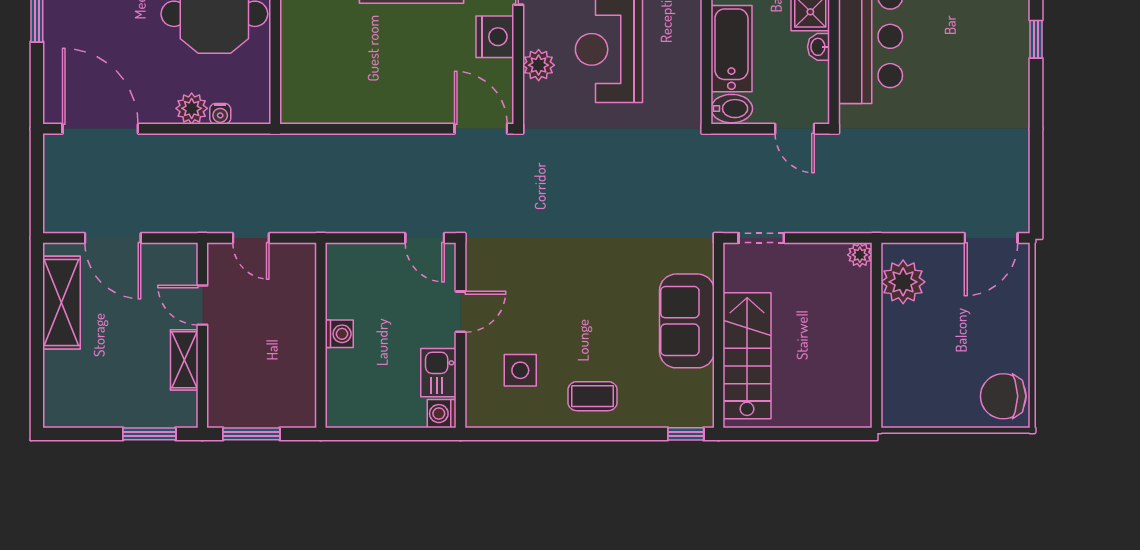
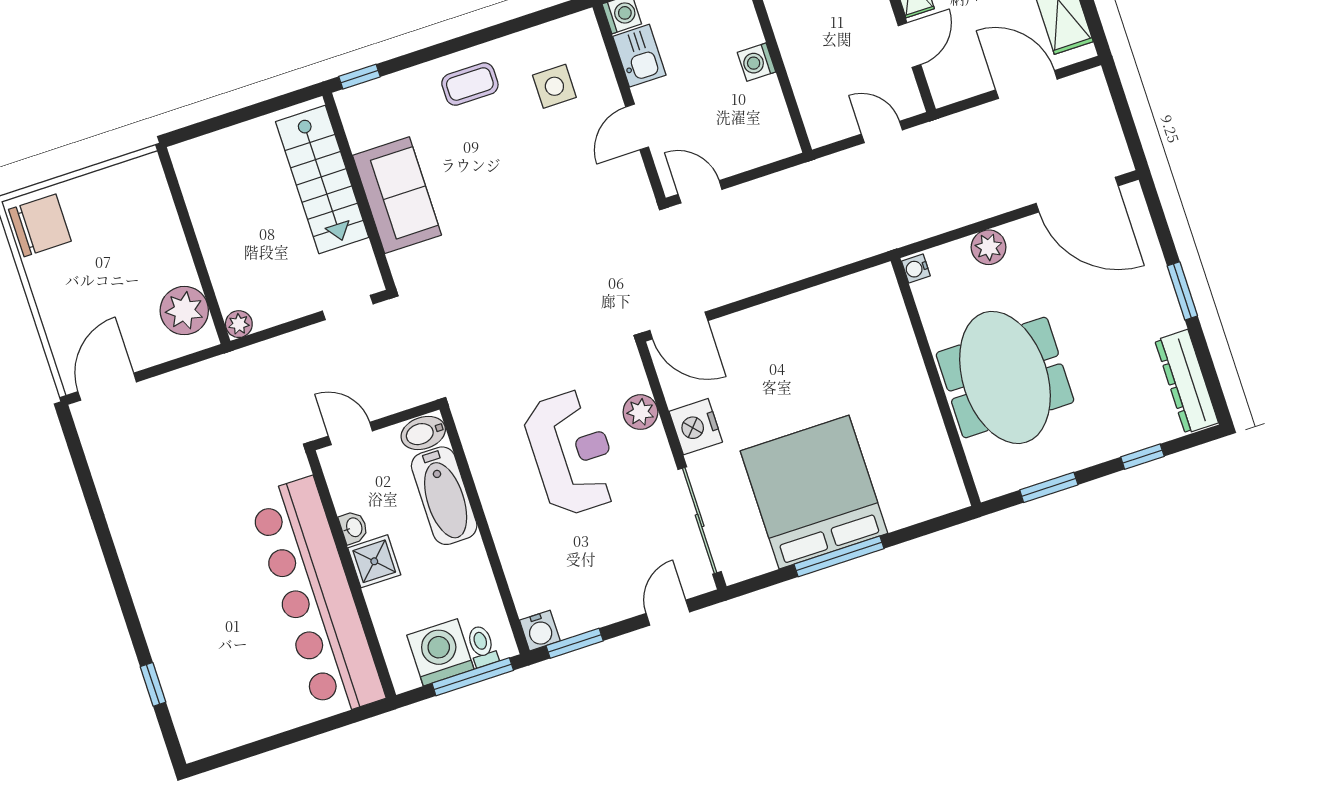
window: (1036, 39) -> (129, 610), removed
water cooler: (220, 114) -> (916, 269), moved, turned -90
door: (202, 305) -> (910, 45), hinge flipped

